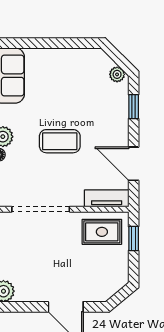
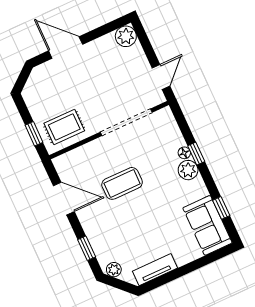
coffee table: (60, 141) -> (122, 183), moved
tv unit: (107, 198) -> (155, 270), moved, turned 180

